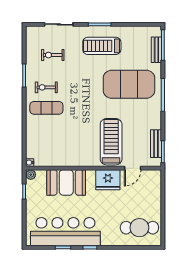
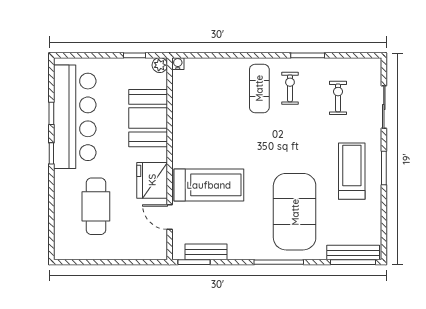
bench: (156, 50) -> (353, 253), width x1.36
cafe table: (139, 228) -> (96, 206), moved

